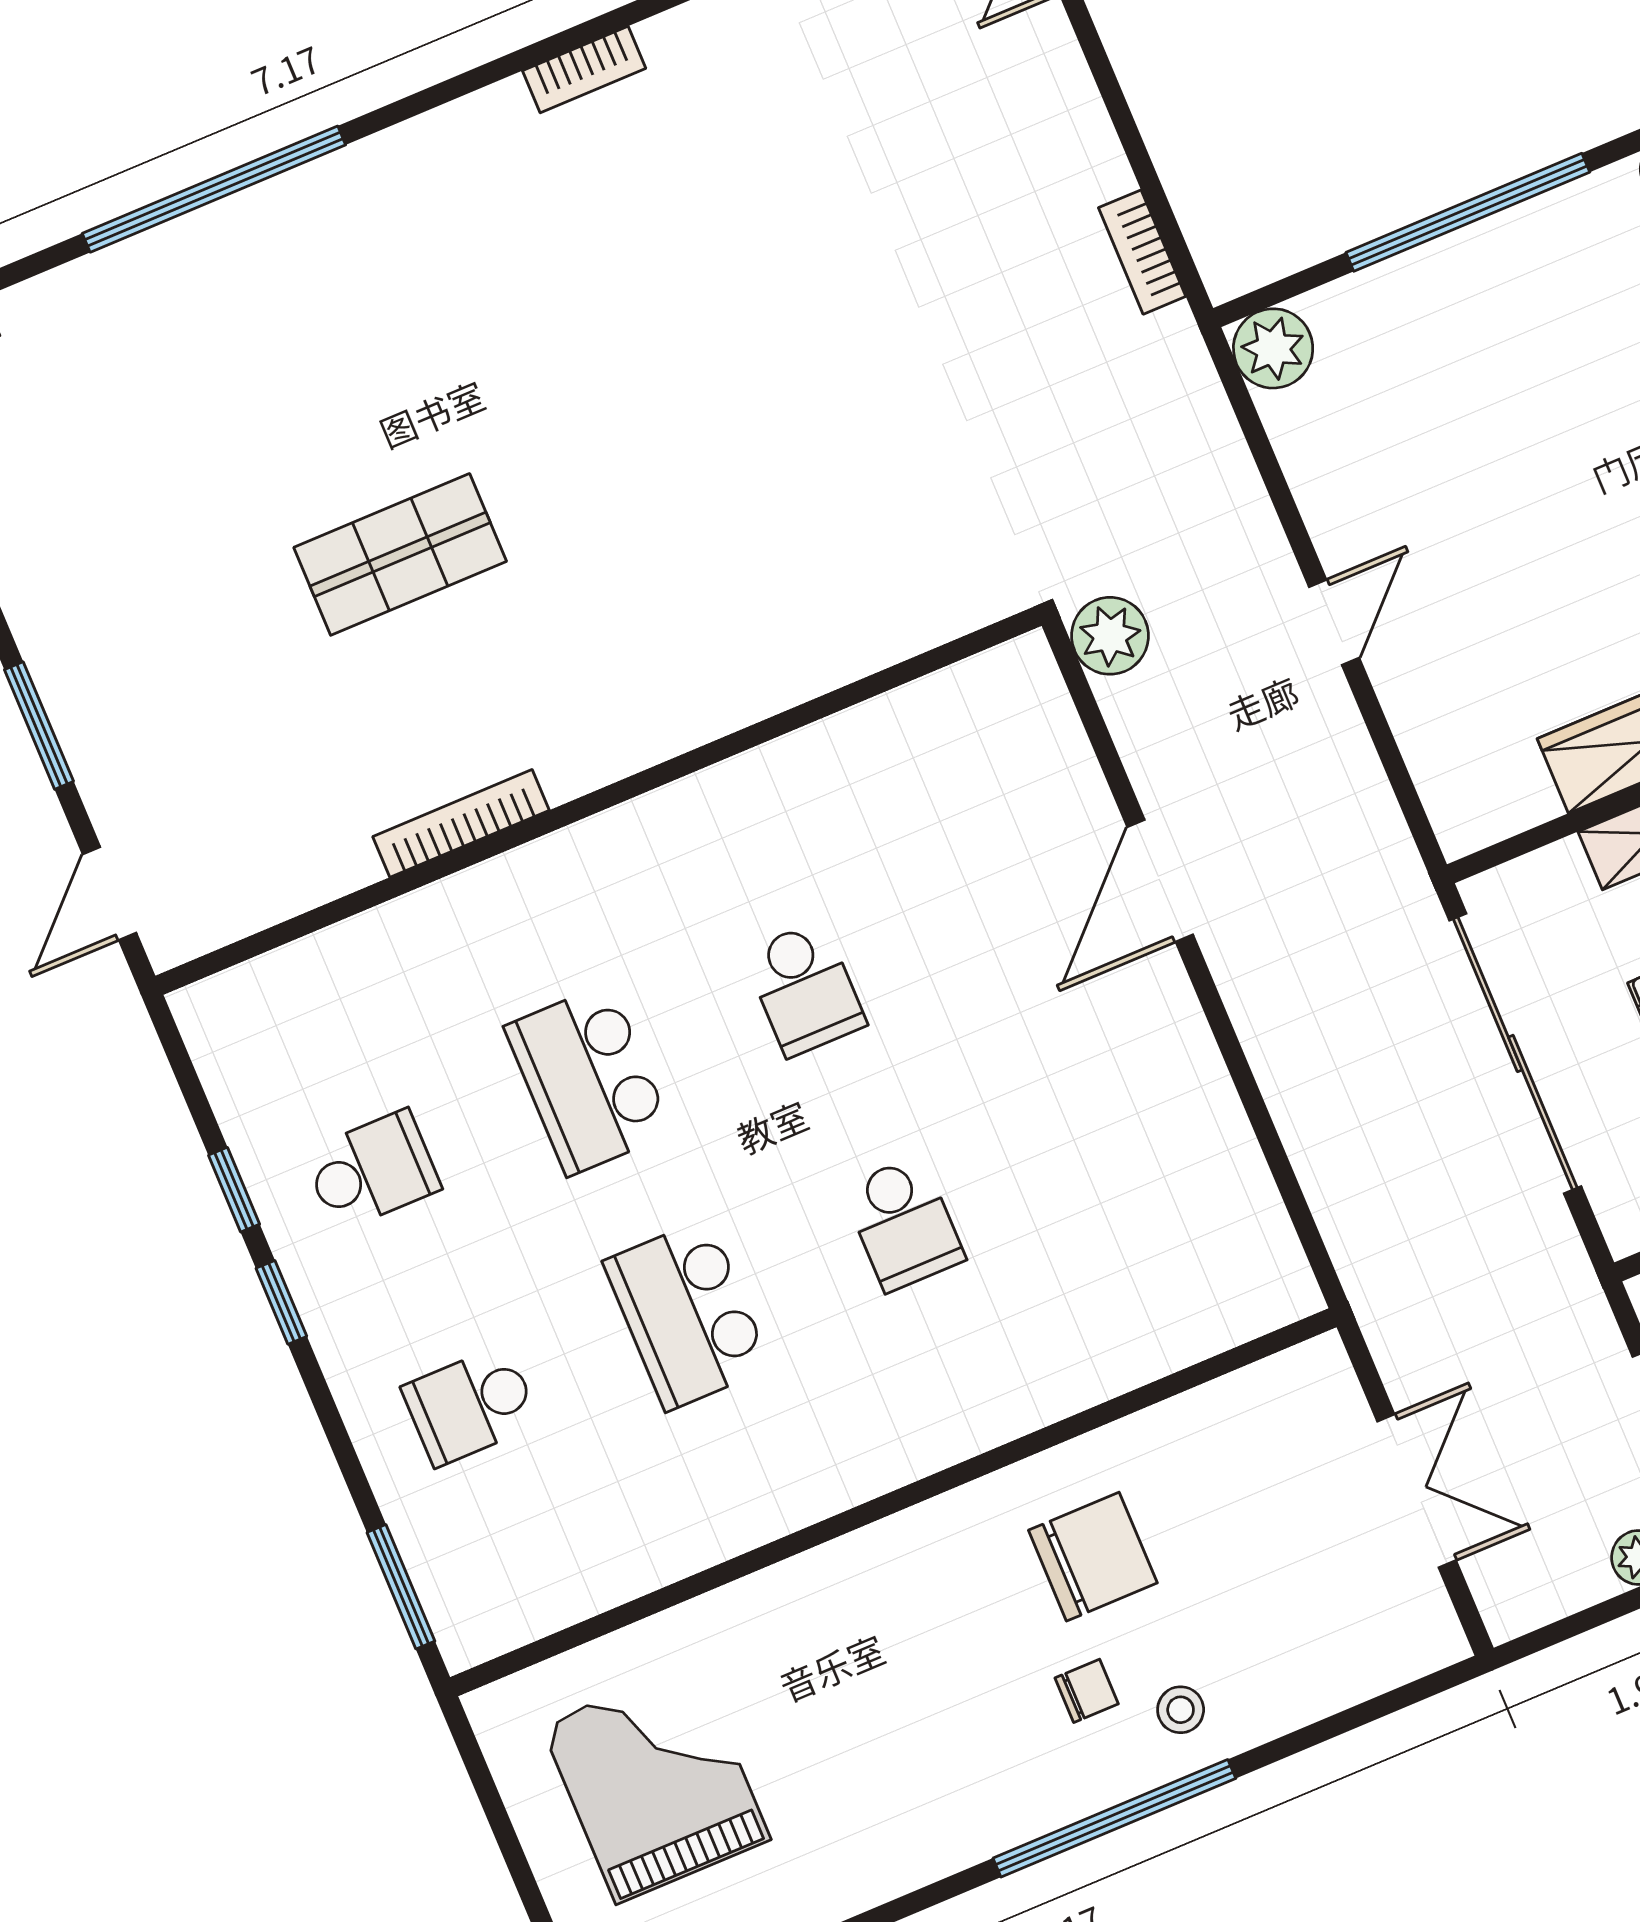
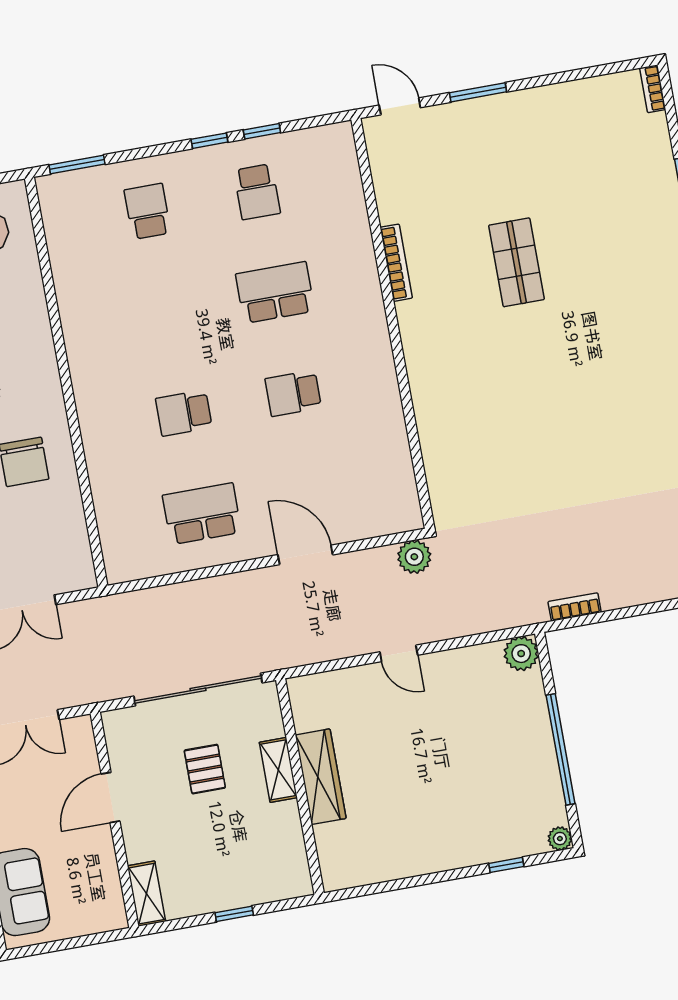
school desk: (687, 1314) -> (202, 514), moved

